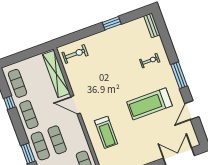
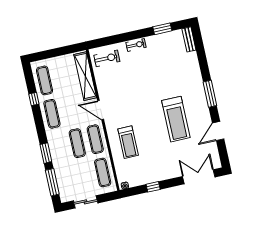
window: (112, 23) -> (162, 29), moved
exercise bike: (150, 61) -> (136, 45), moved
treadmill: (149, 104) -> (176, 119), turned -90
exercise mat: (40, 146) -> (95, 139), moved

